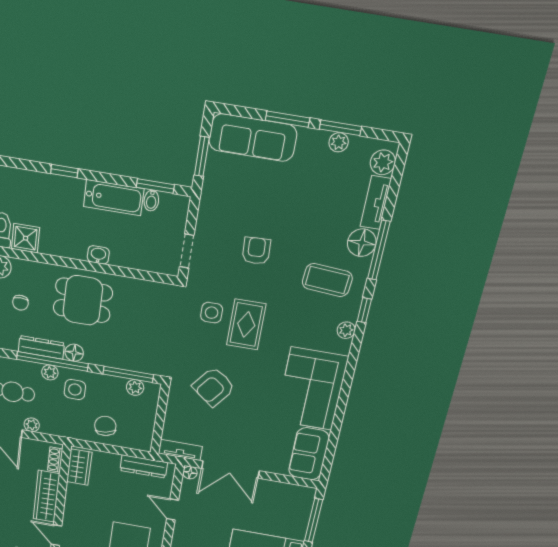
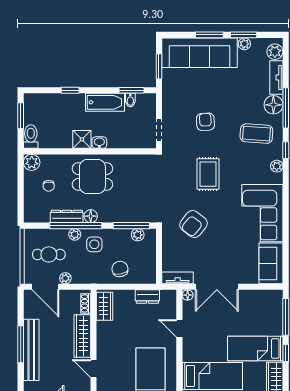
sofa: (253, 138) -> (200, 53), width x1.36, depth x1.27
shower: (26, 238) -> (82, 139), moved
side table: (212, 313) -> (183, 170), removed
dresser: (144, 466) -> (147, 296), width x0.70

